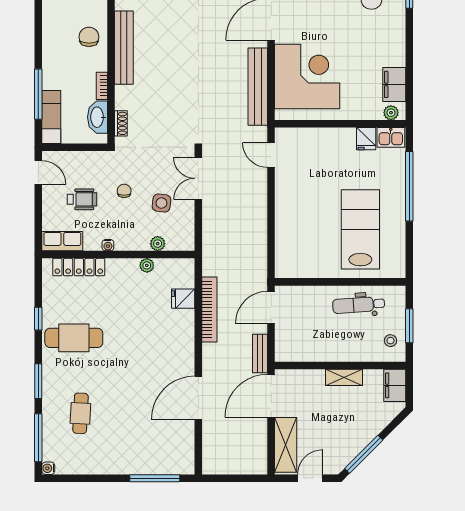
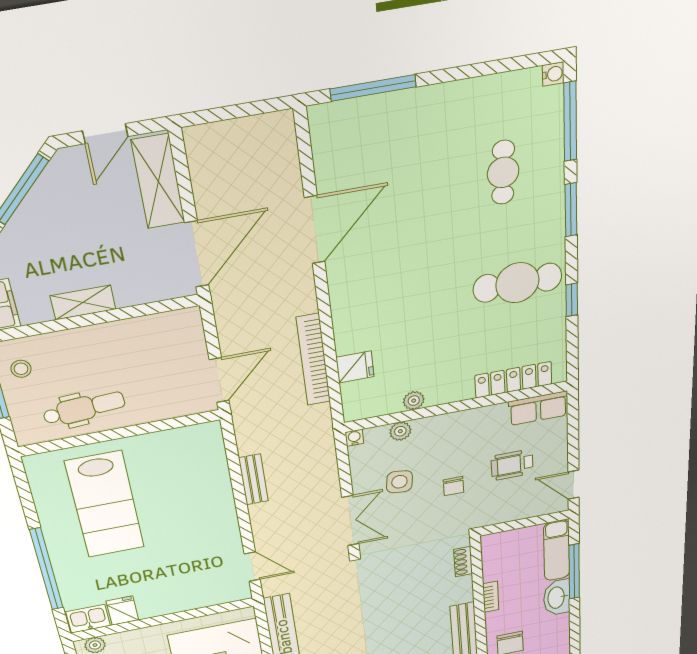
washbasin: (98, 117) -> (557, 598), moved, turned 180
water cooler: (108, 245) -> (354, 438), moved
bench: (260, 354) -> (253, 479), moved

